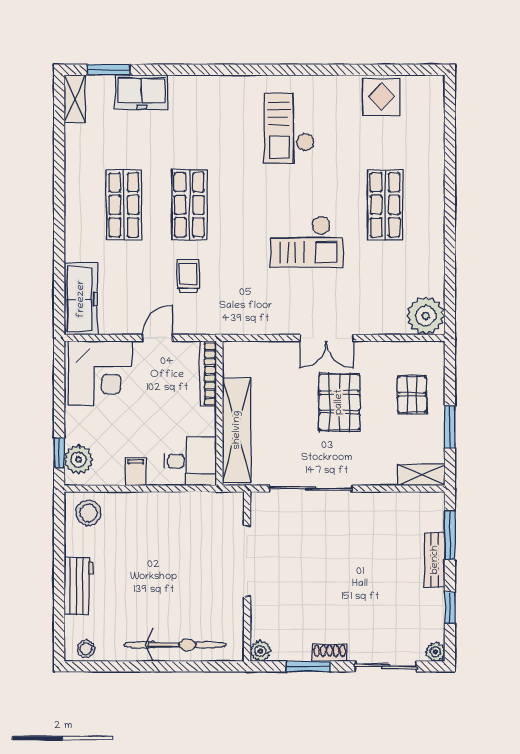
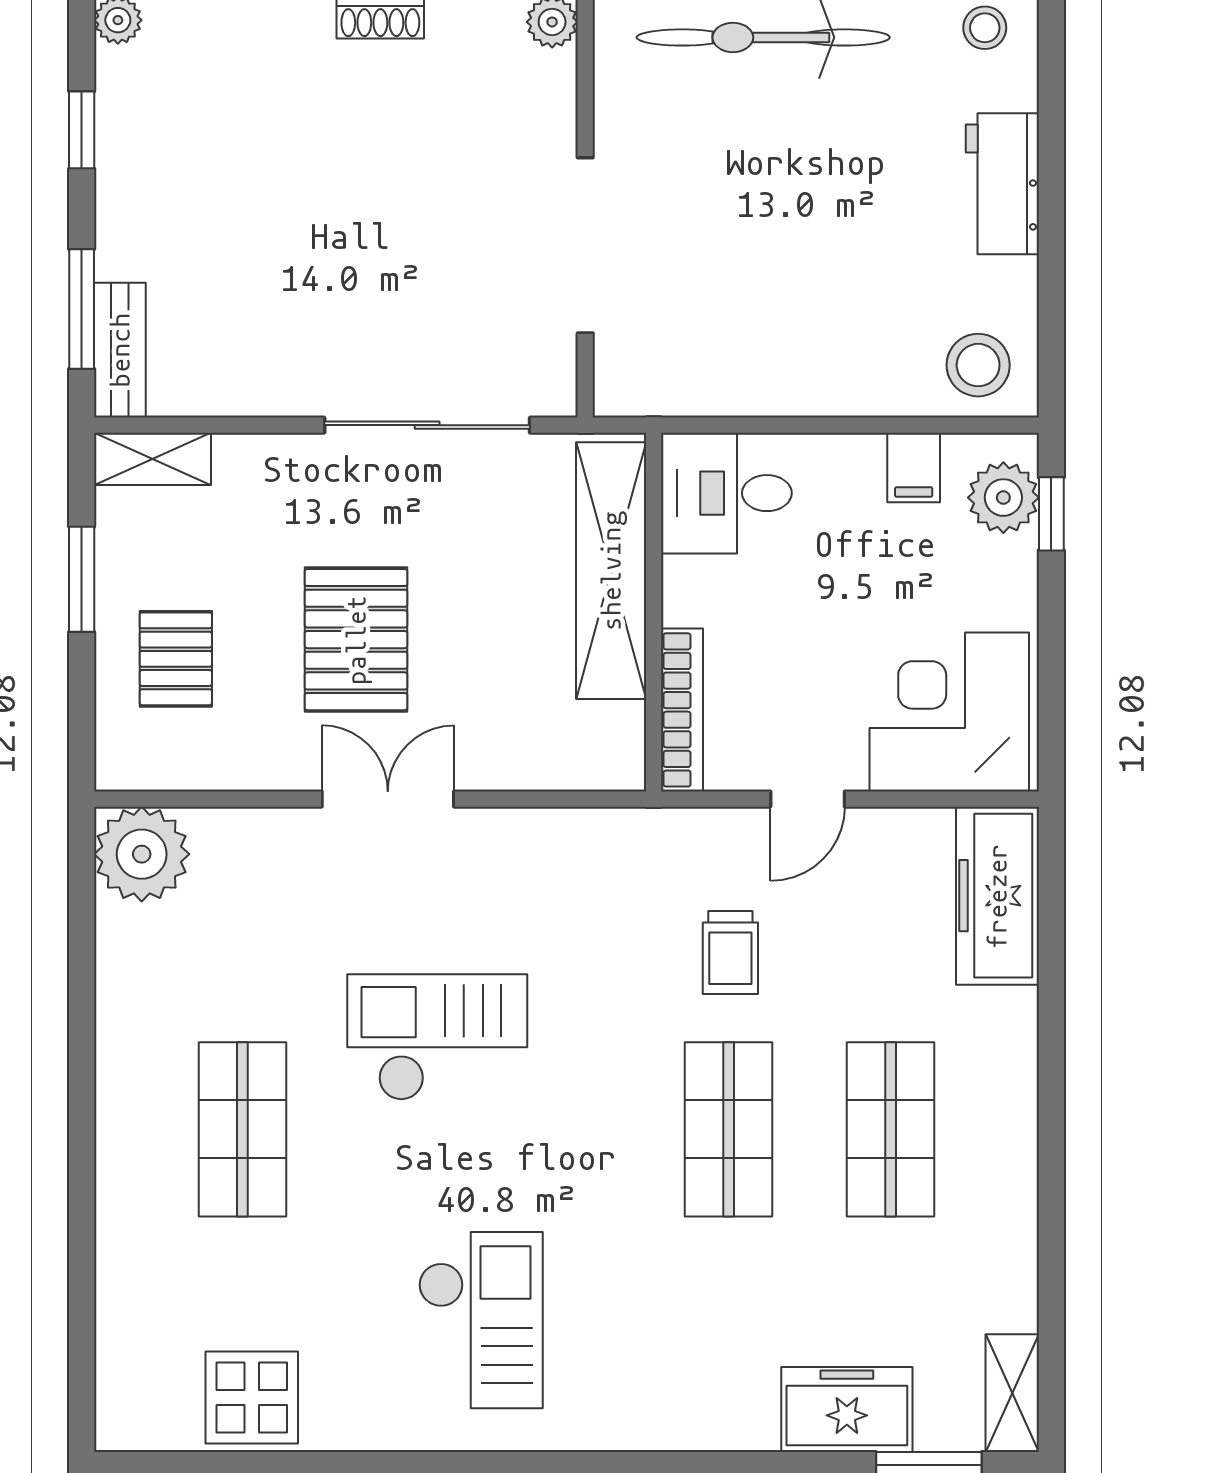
filing cabinet: (136, 472) -> (914, 468), moved
bench: (435, 560) -> (120, 350), moved

